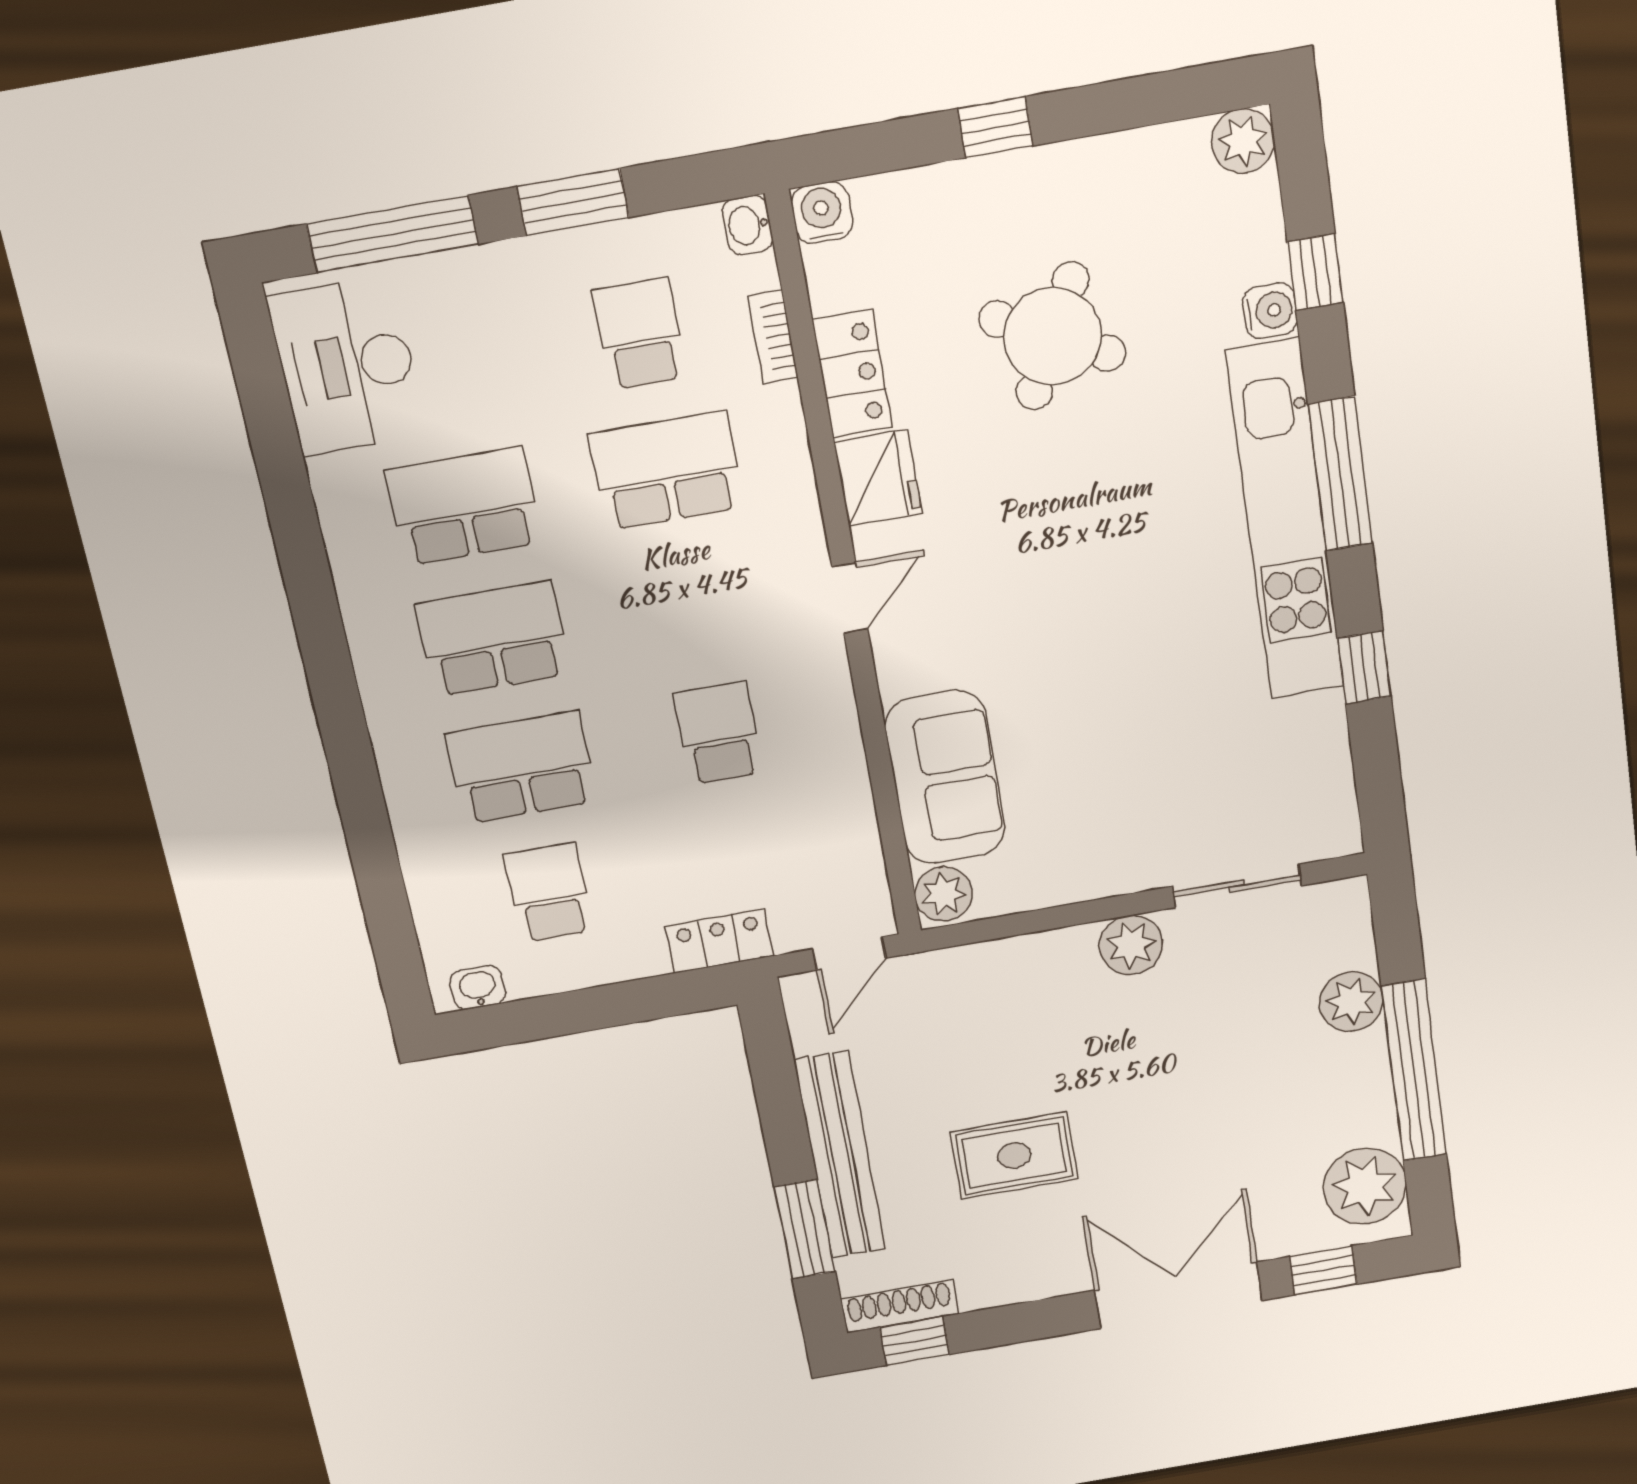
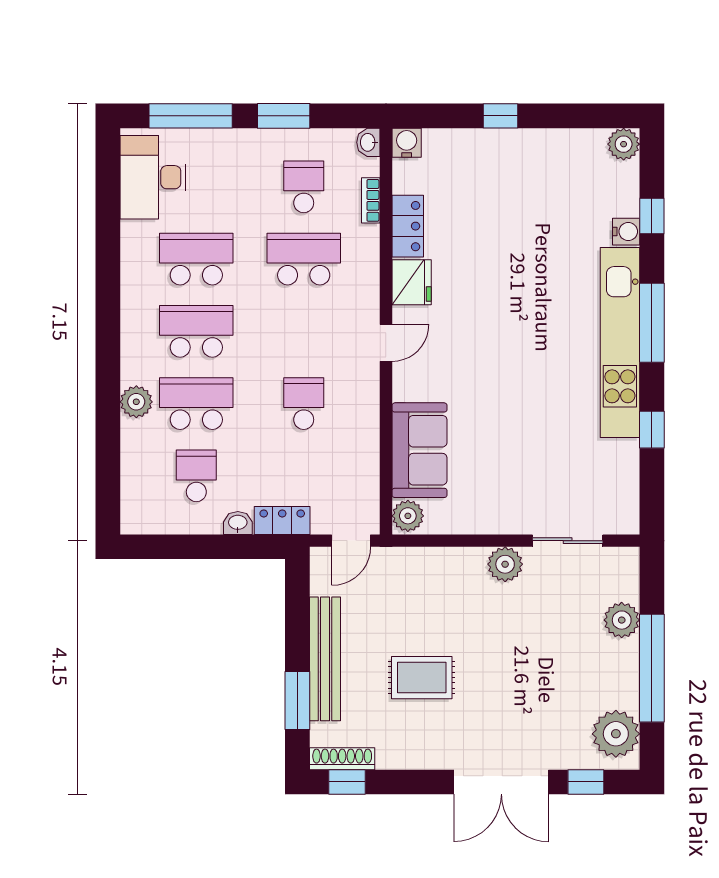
round table: (1052, 336) -> (513, 225), removed
plant: (411, 784) -> (136, 402), added
washbasin: (478, 988) -> (238, 523), moved
double door: (1178, 1295) -> (501, 782), swing flipped

